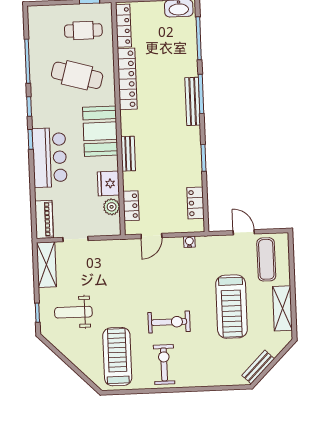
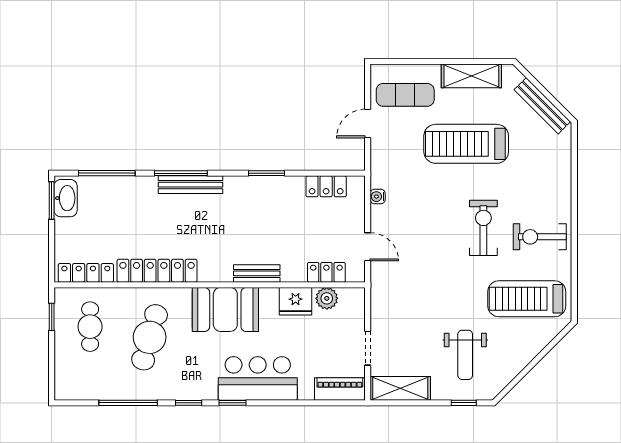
treadmill: (231, 307) -> (466, 144), turned 180
bench: (258, 367) -> (542, 106), width x1.36

